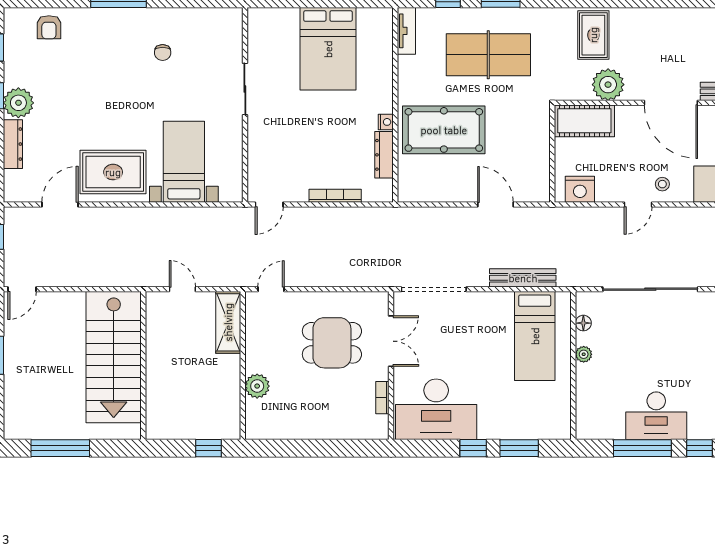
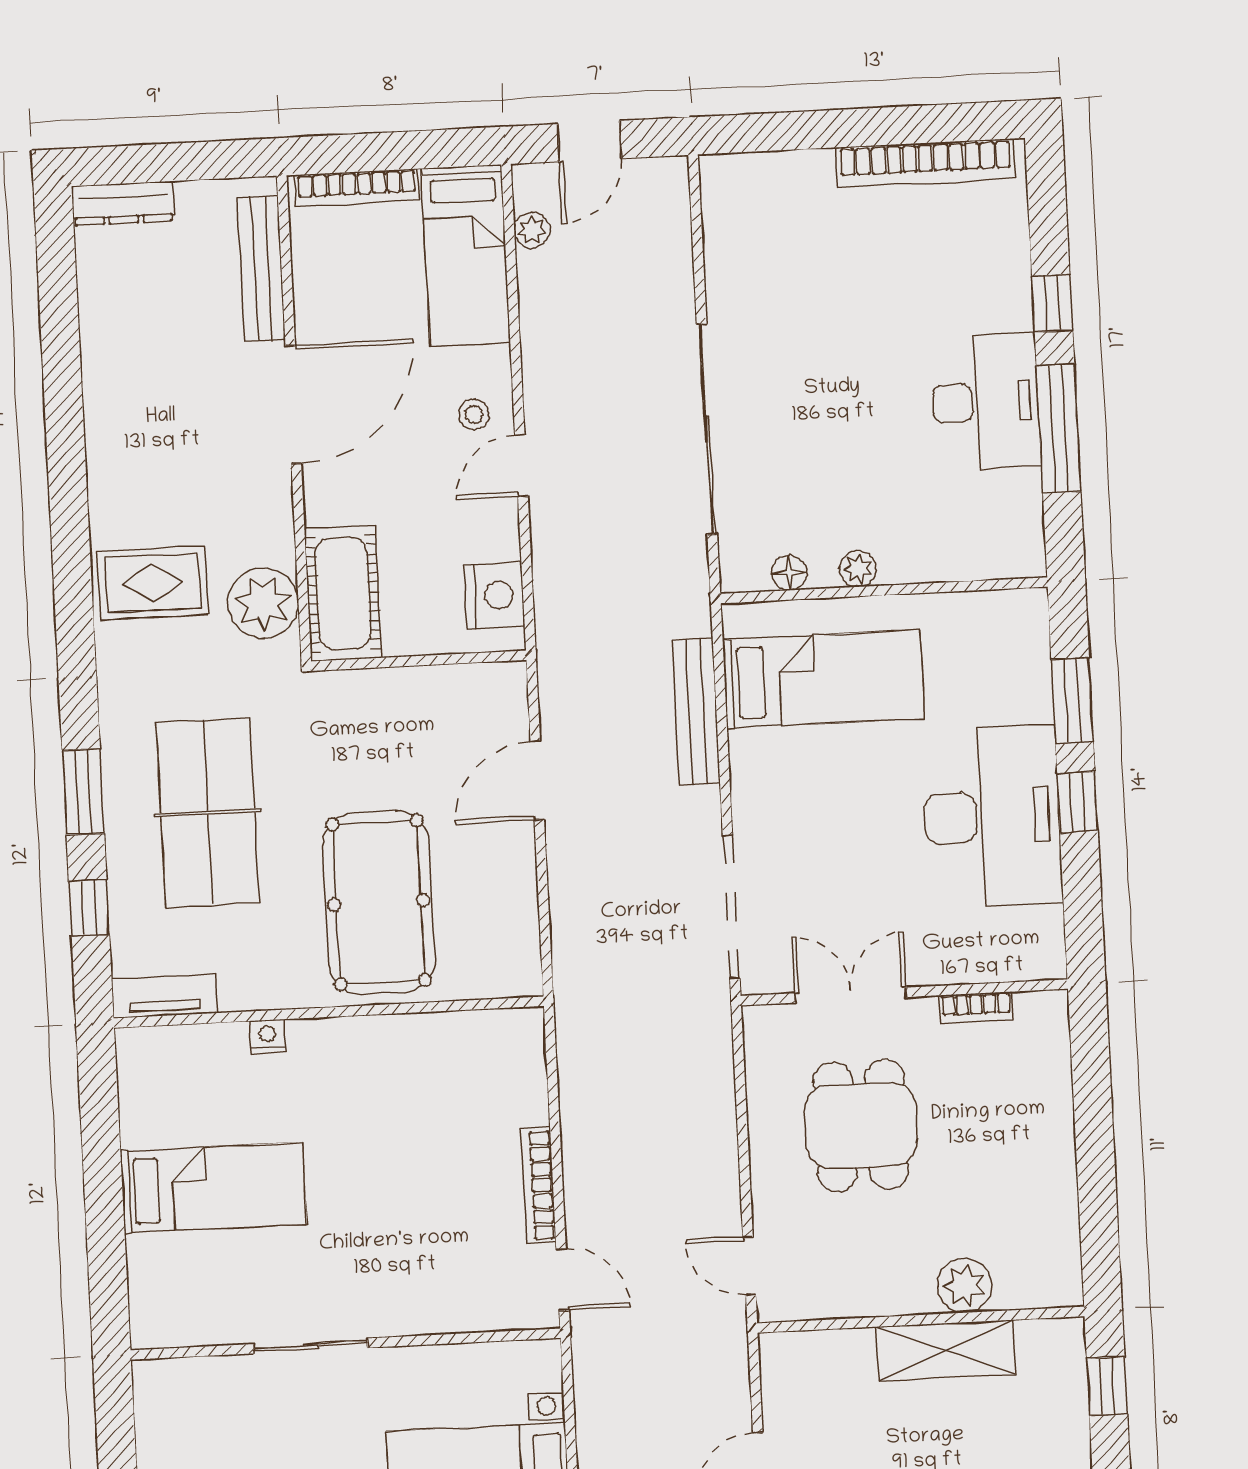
bed: (328, 49) -> (213, 1188), width x0.67
plant: (608, 85) -> (263, 603), moved
nightstand: (386, 122) -> (268, 1036), moved
dresser: (384, 155) -> (440, 1031), removed
bookcase: (335, 196) -> (538, 1185), moved
door: (638, 204) -> (521, 466), swing flipped
shelving: (228, 322) -> (946, 1350), moved
desk: (436, 409) -> (992, 816), moved

